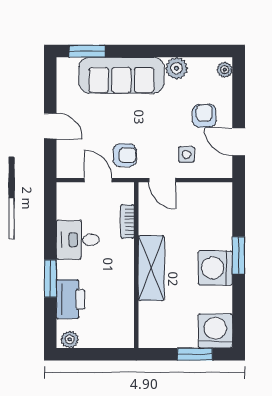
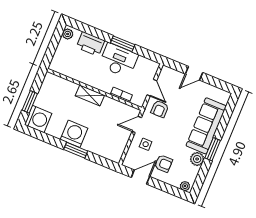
window: (87, 51) -> (213, 149), moved
door: (98, 180) -> (152, 88), hinge flipped
desk: (78, 240) -> (118, 60), width x1.37
shelving: (151, 268) -> (90, 96), width x0.67, depth x0.75
window: (50, 278) -> (123, 44), moved

